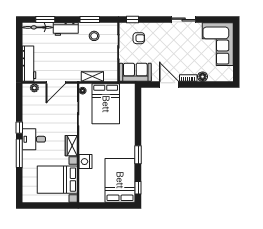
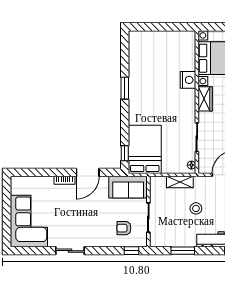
stool: (94, 36) -> (196, 208), moved
floor lamp: (203, 77) -> (47, 182), removed
door: (169, 85) -> (88, 172), hinge flipped
bed: (106, 104) -> (145, 149), moved
bed: (120, 180) -> (146, 57), removed
window: (138, 188) -> (125, 153), moved

